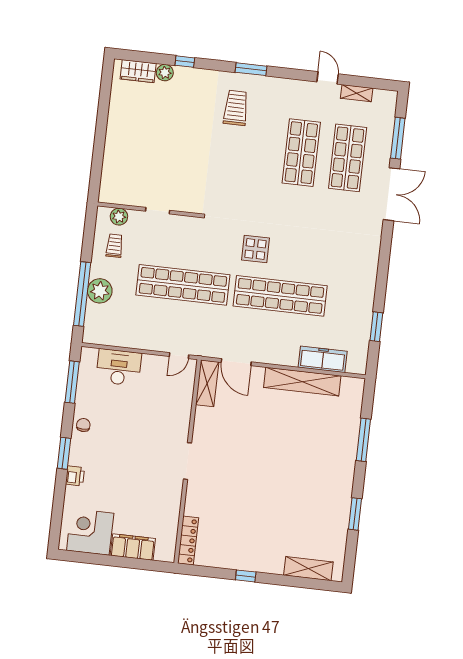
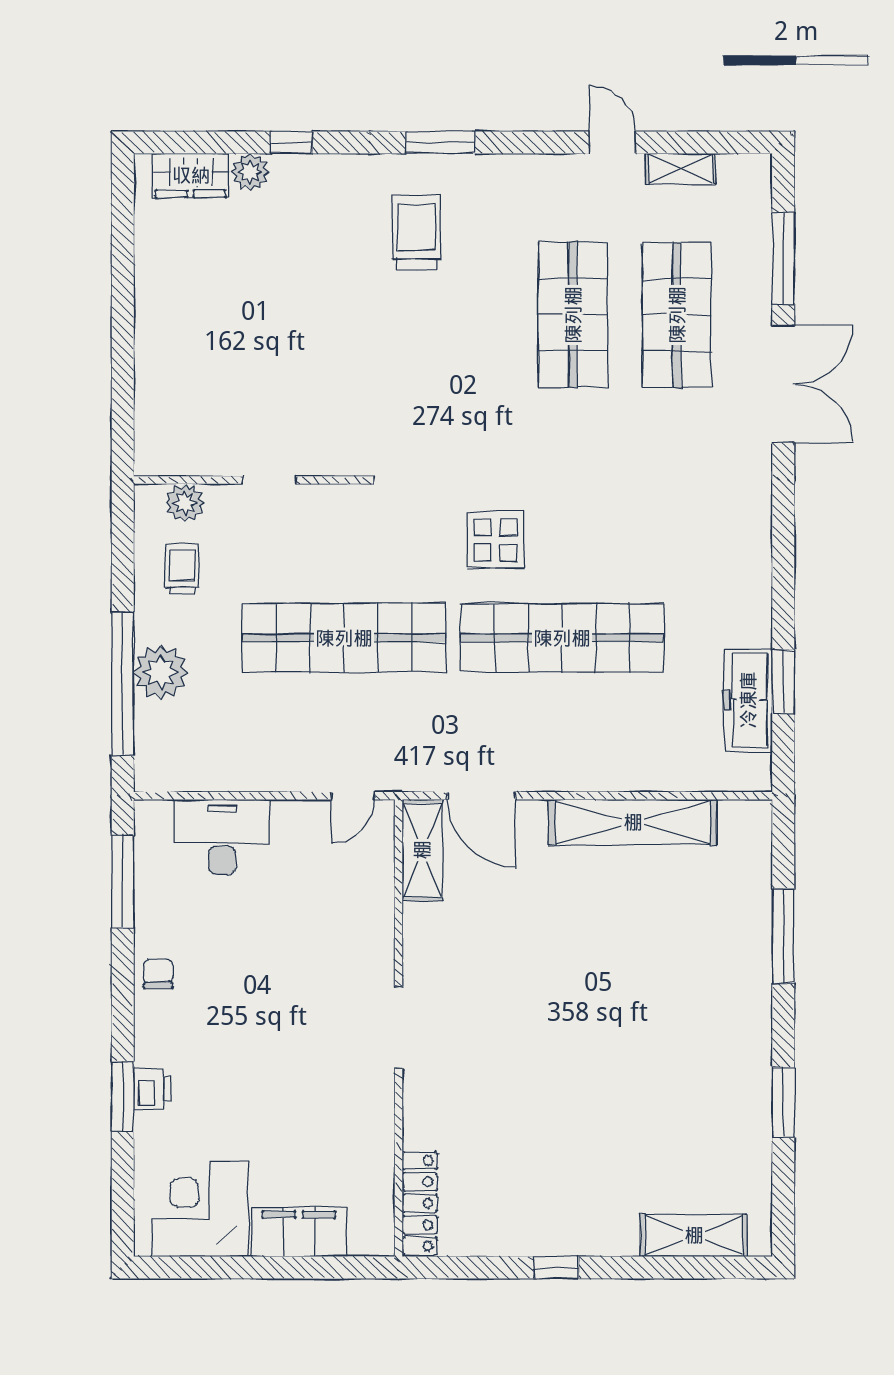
freezer: (323, 359) -> (748, 700), moved, turned -90
window: (64, 453) -> (123, 1096), moved

